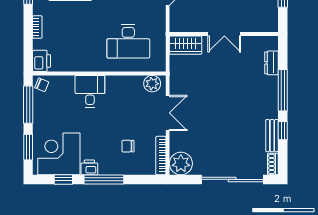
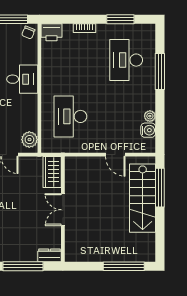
double door: (224, 34) -> (63, 210), moved
wall: (224, 34) -> (63, 209), moved
wardrobe: (186, 45) -> (52, 172), moved

